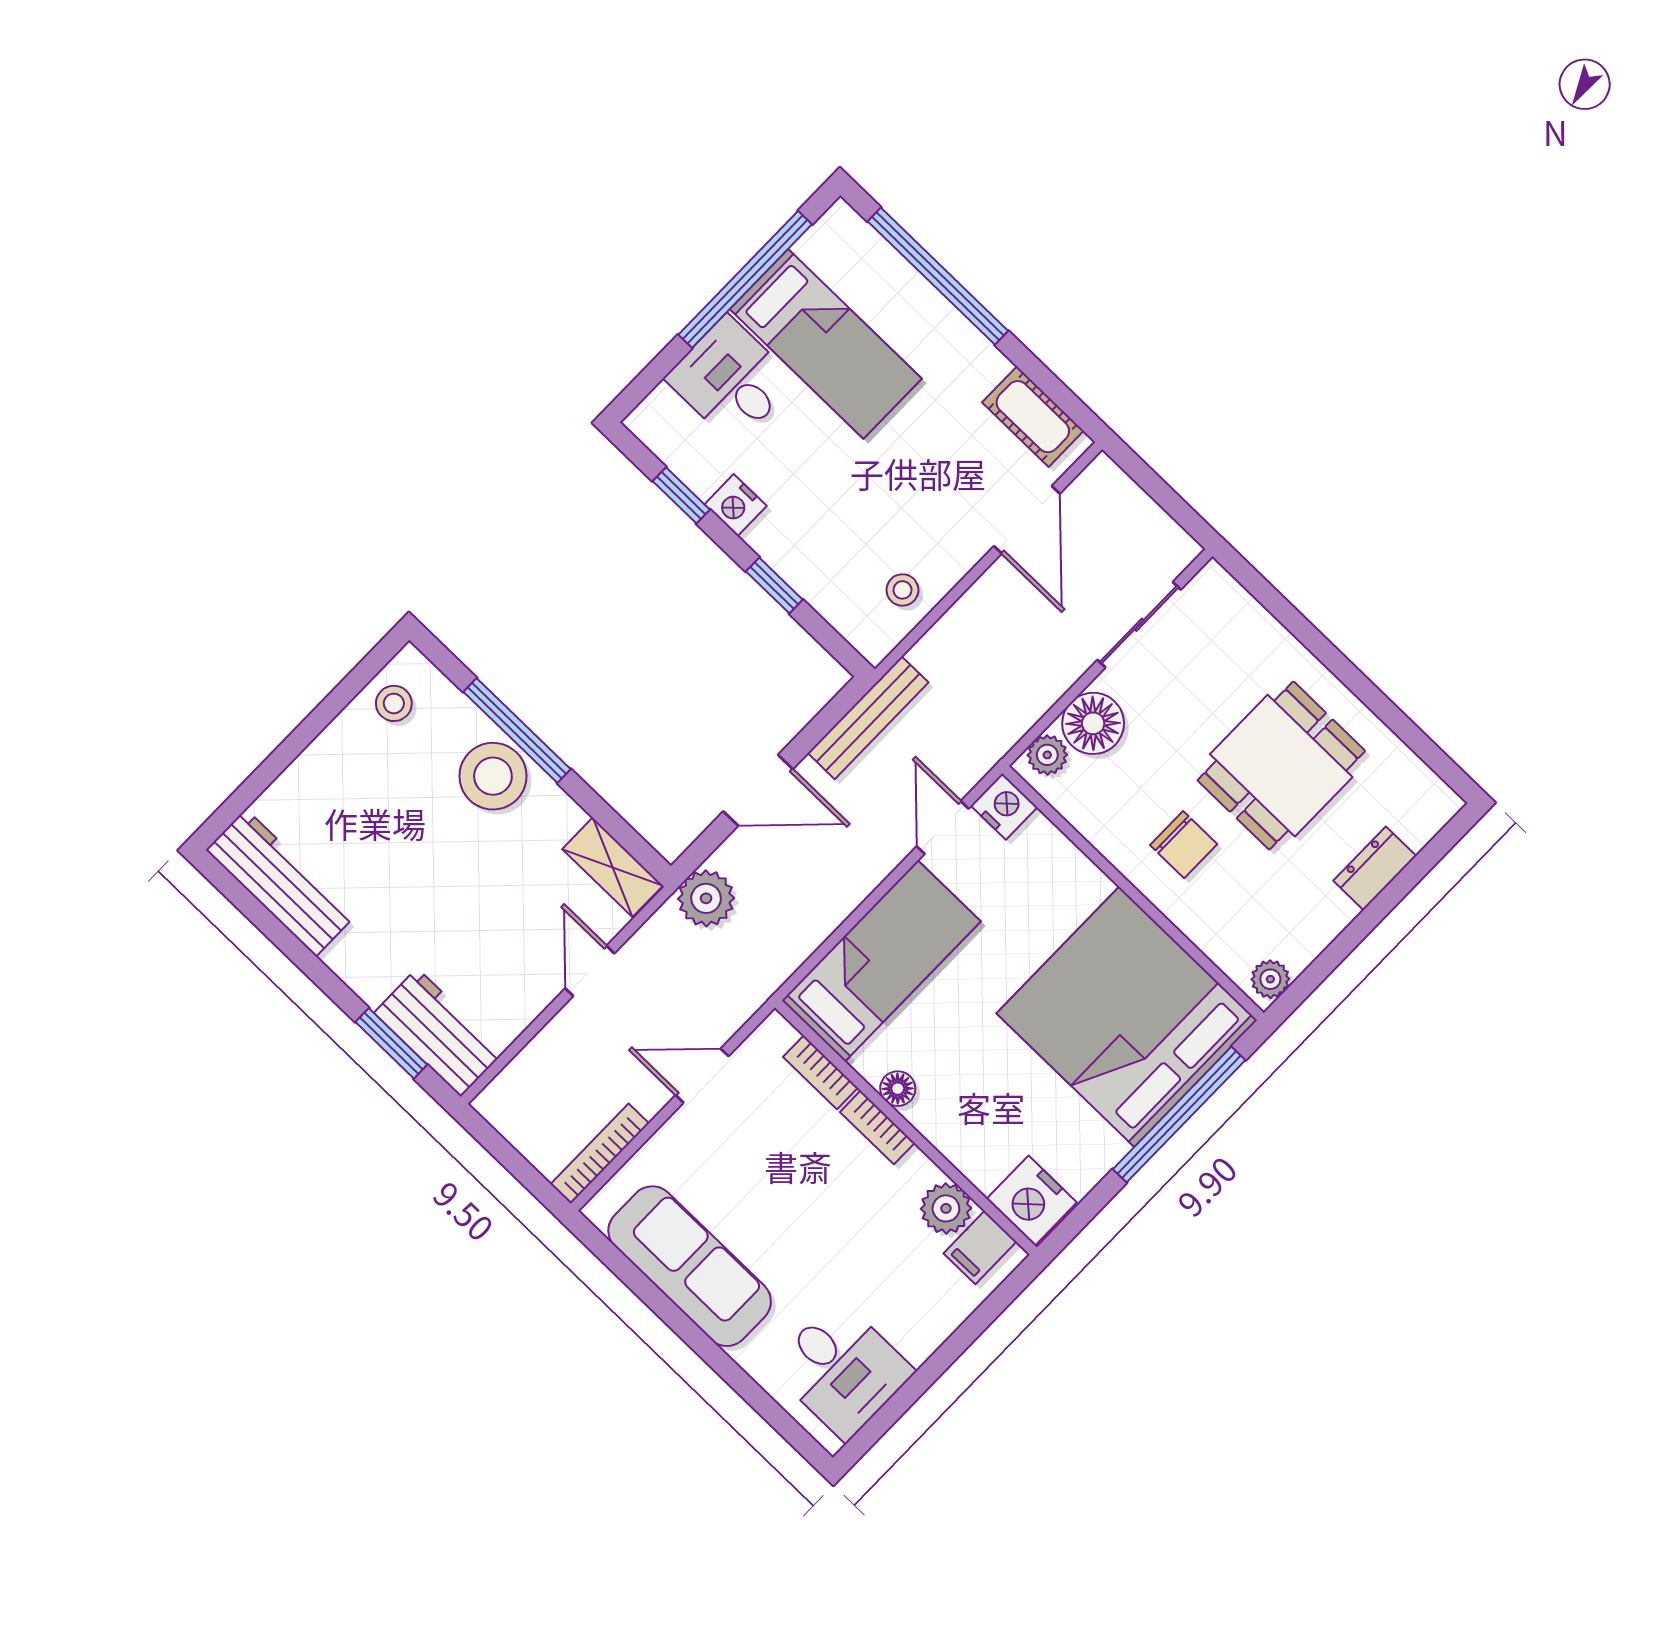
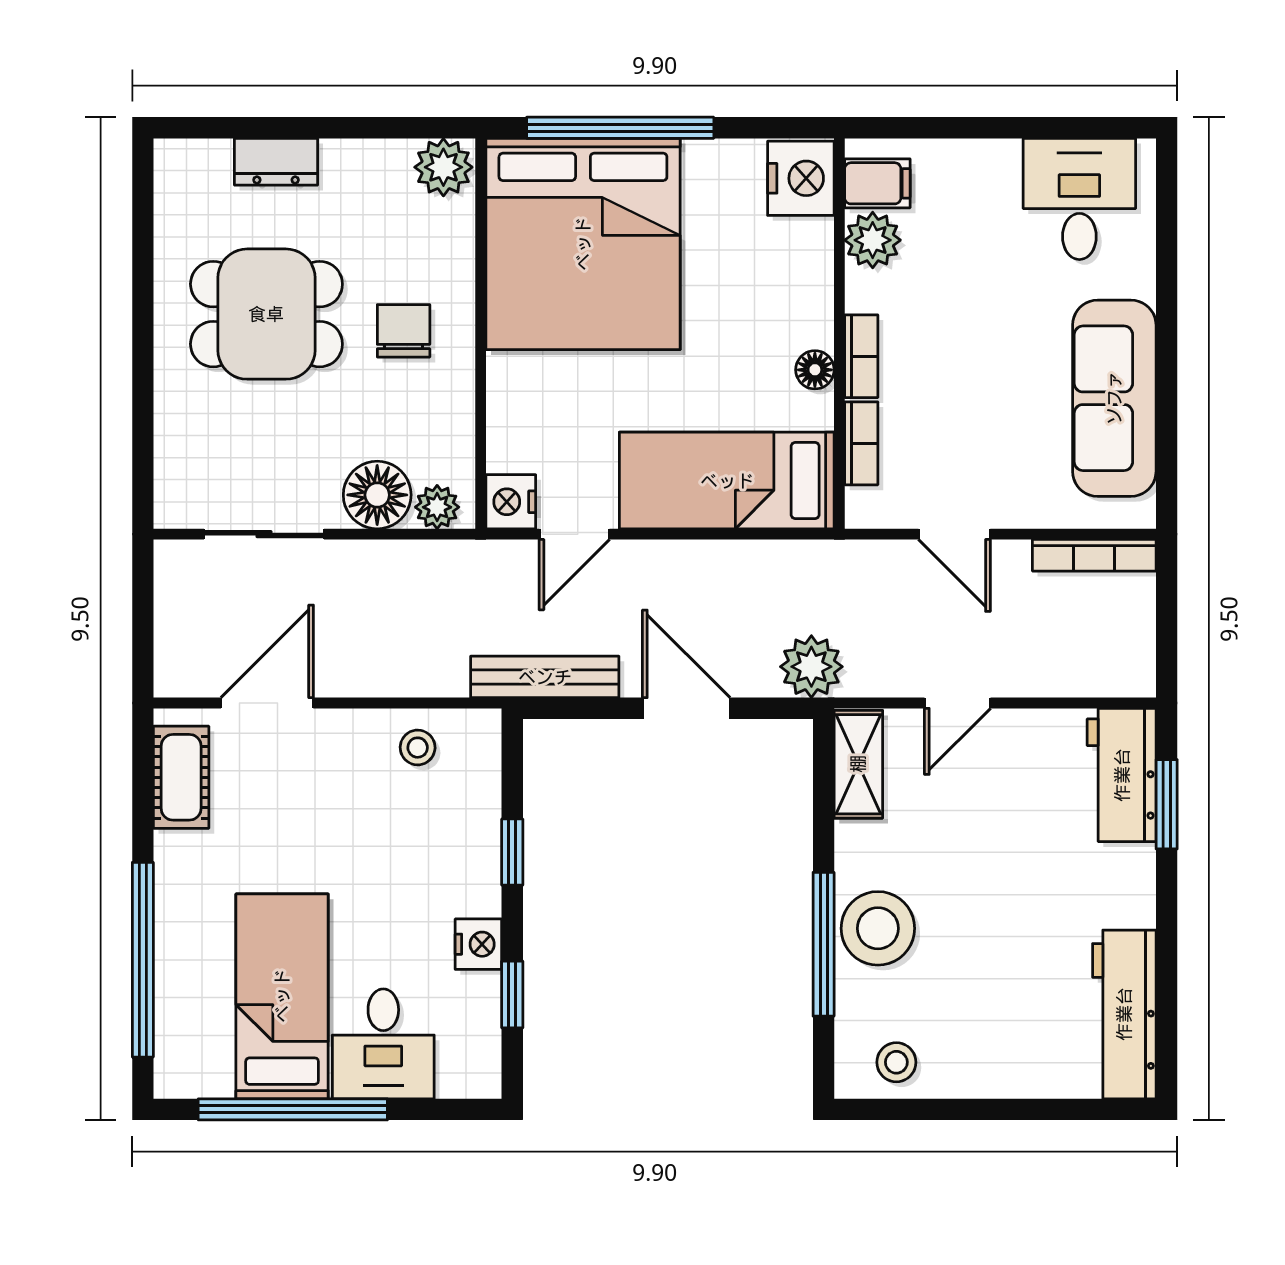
plant: (1270, 979) -> (443, 167), width x1.38, depth x1.38

